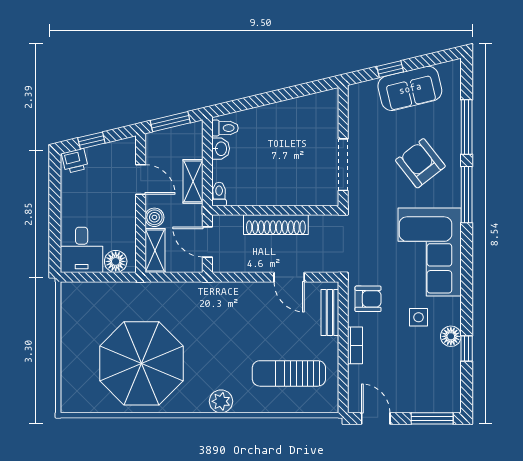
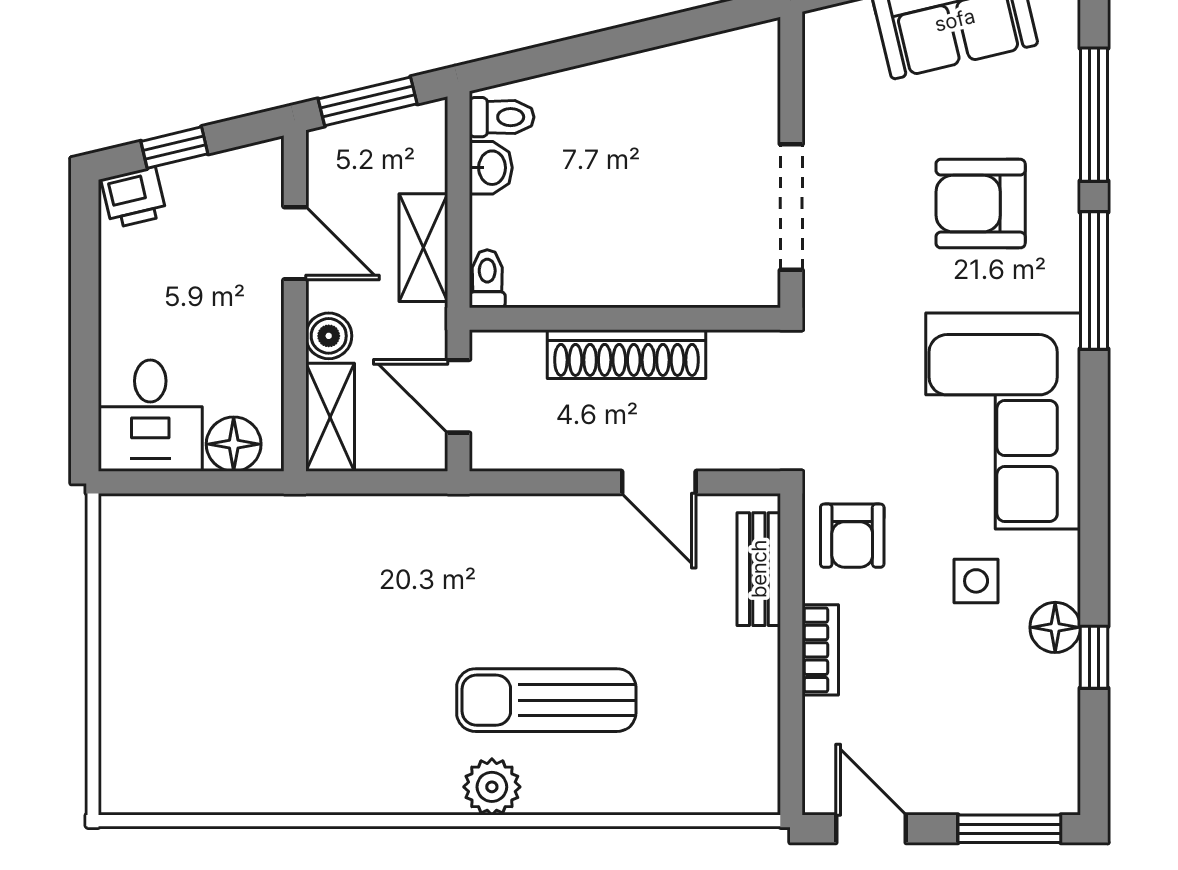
armchair: (420, 163) -> (981, 204), turned -52
armchair: (368, 299) -> (852, 536), turned 90
parasol: (141, 363) -> (297, 694), removed
sun lounger: (289, 373) -> (546, 700), moved

